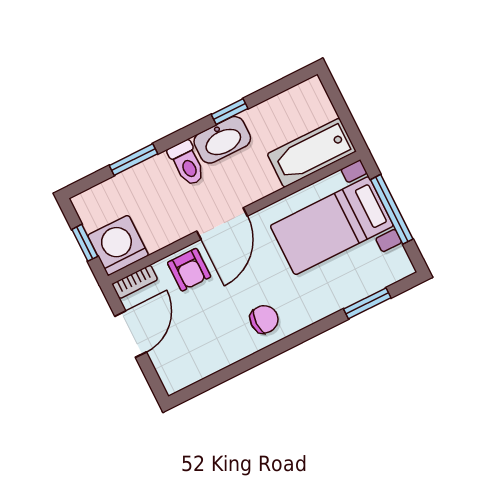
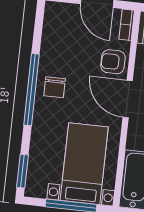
window: (367, 303) -> (22, 171), moved
window: (284, 345) -> (31, 90), added

